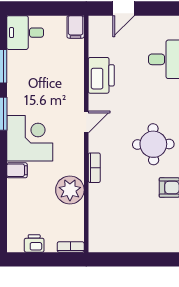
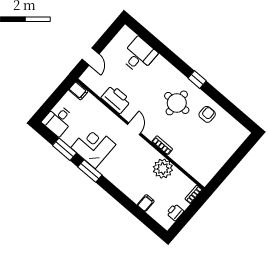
corner desk: (30, 138) -> (93, 146), moved
filing cabinet: (17, 170) -> (146, 203), moved

